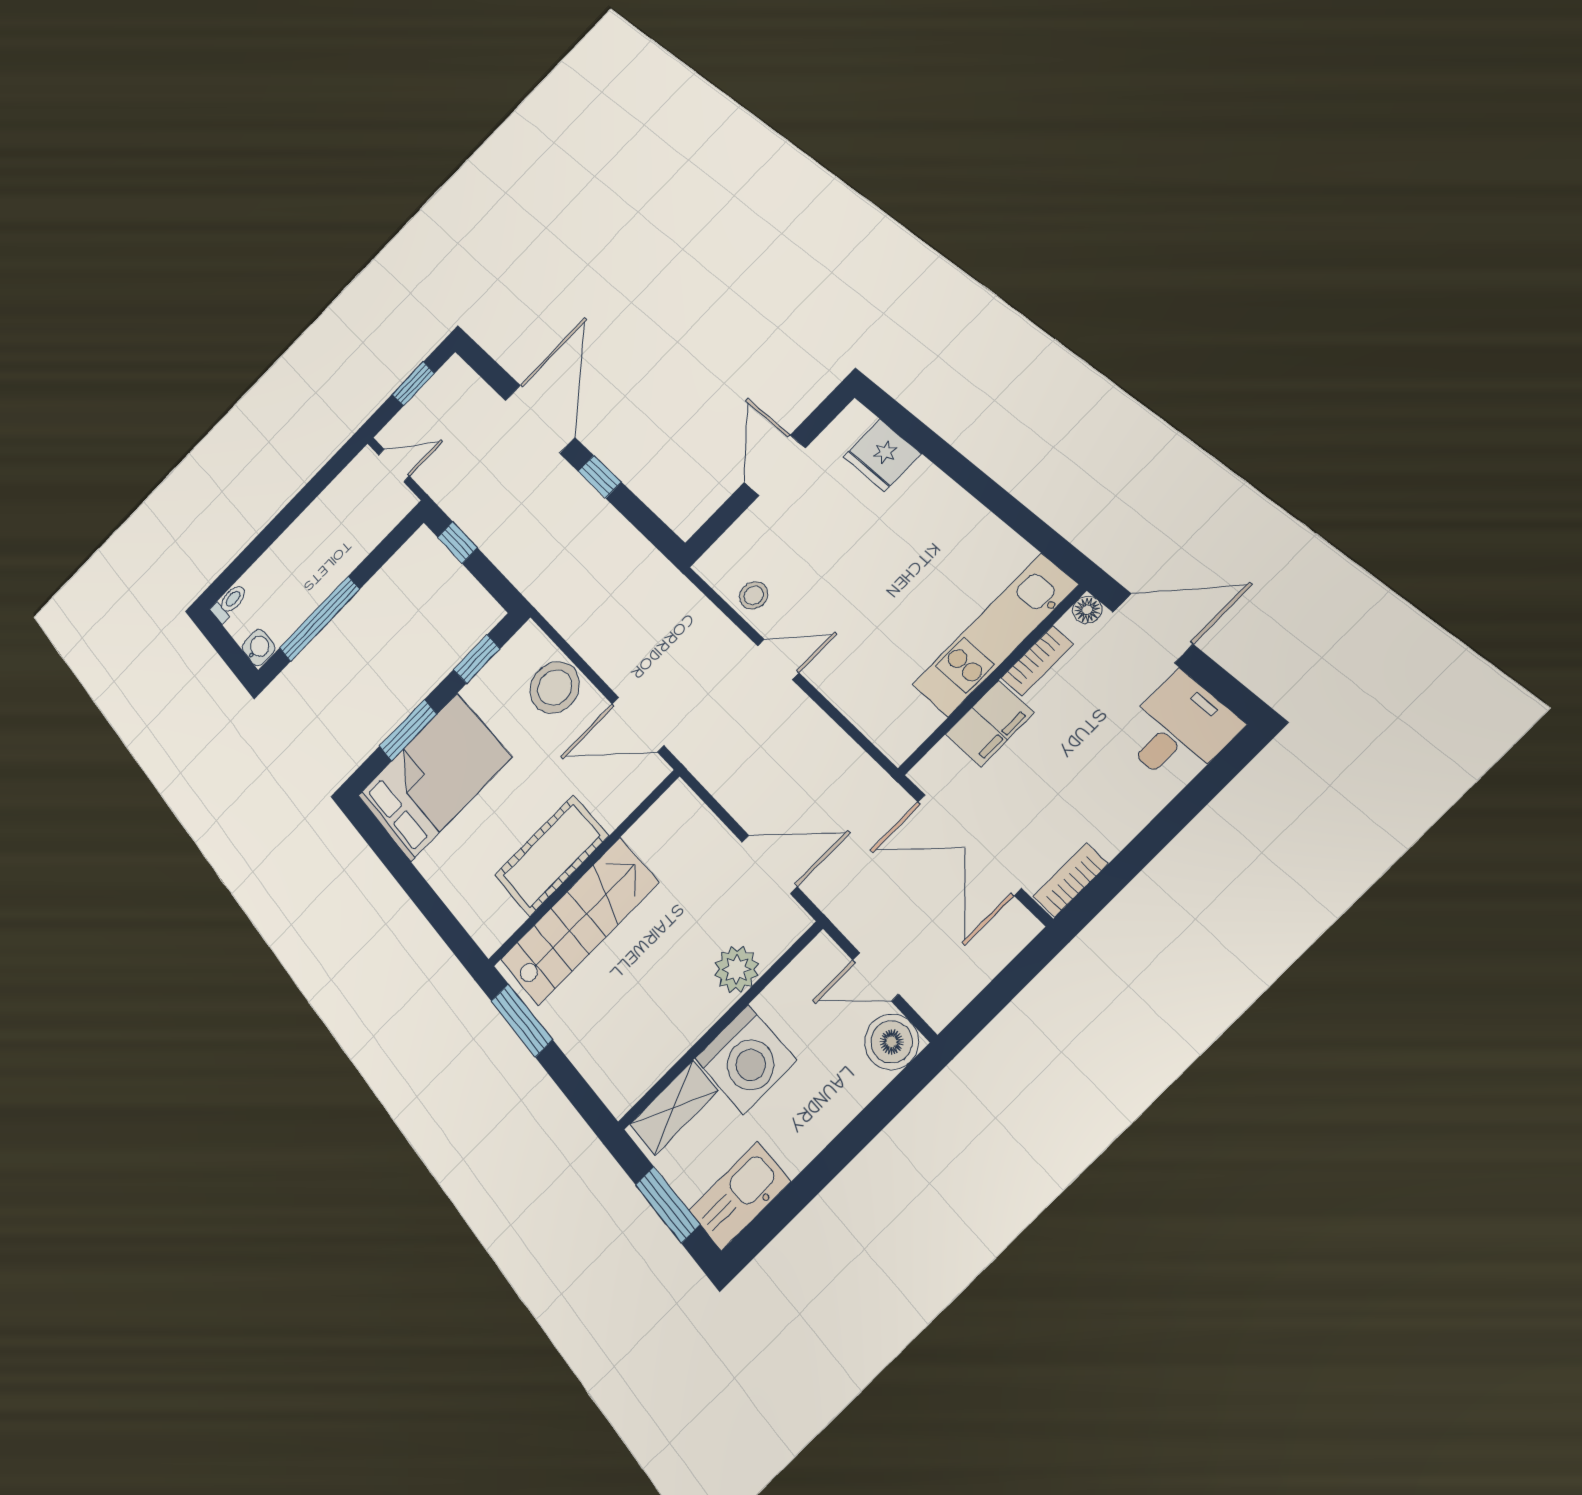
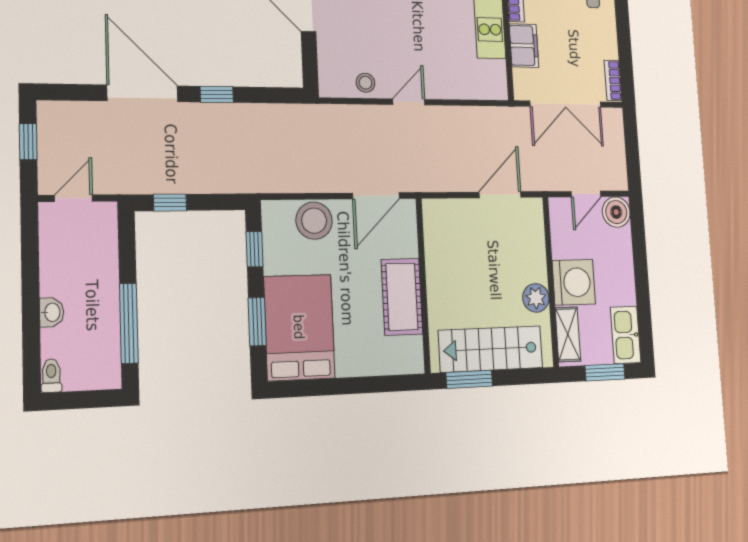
washbasin: (258, 648) -> (52, 312), moved, turned 90
stairs: (579, 921) -> (491, 349), moved, turned -90
plant: (737, 969) -> (536, 298), moved

